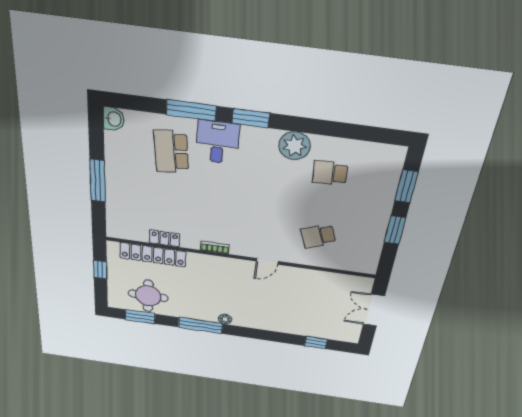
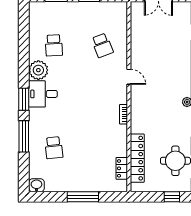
desk: (218, 142) -> (43, 94), moved
school desk: (171, 152) -> (54, 148), width x0.54
locker: (165, 238) -> (122, 168), moved
window: (100, 270) -> (172, 197), moved

